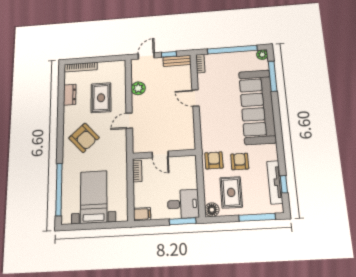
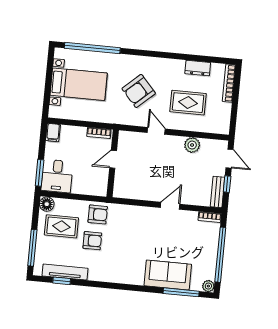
sofa: (257, 107) -> (168, 275), width x0.54, depth x0.79
armchair: (84, 138) -> (139, 91), moved

